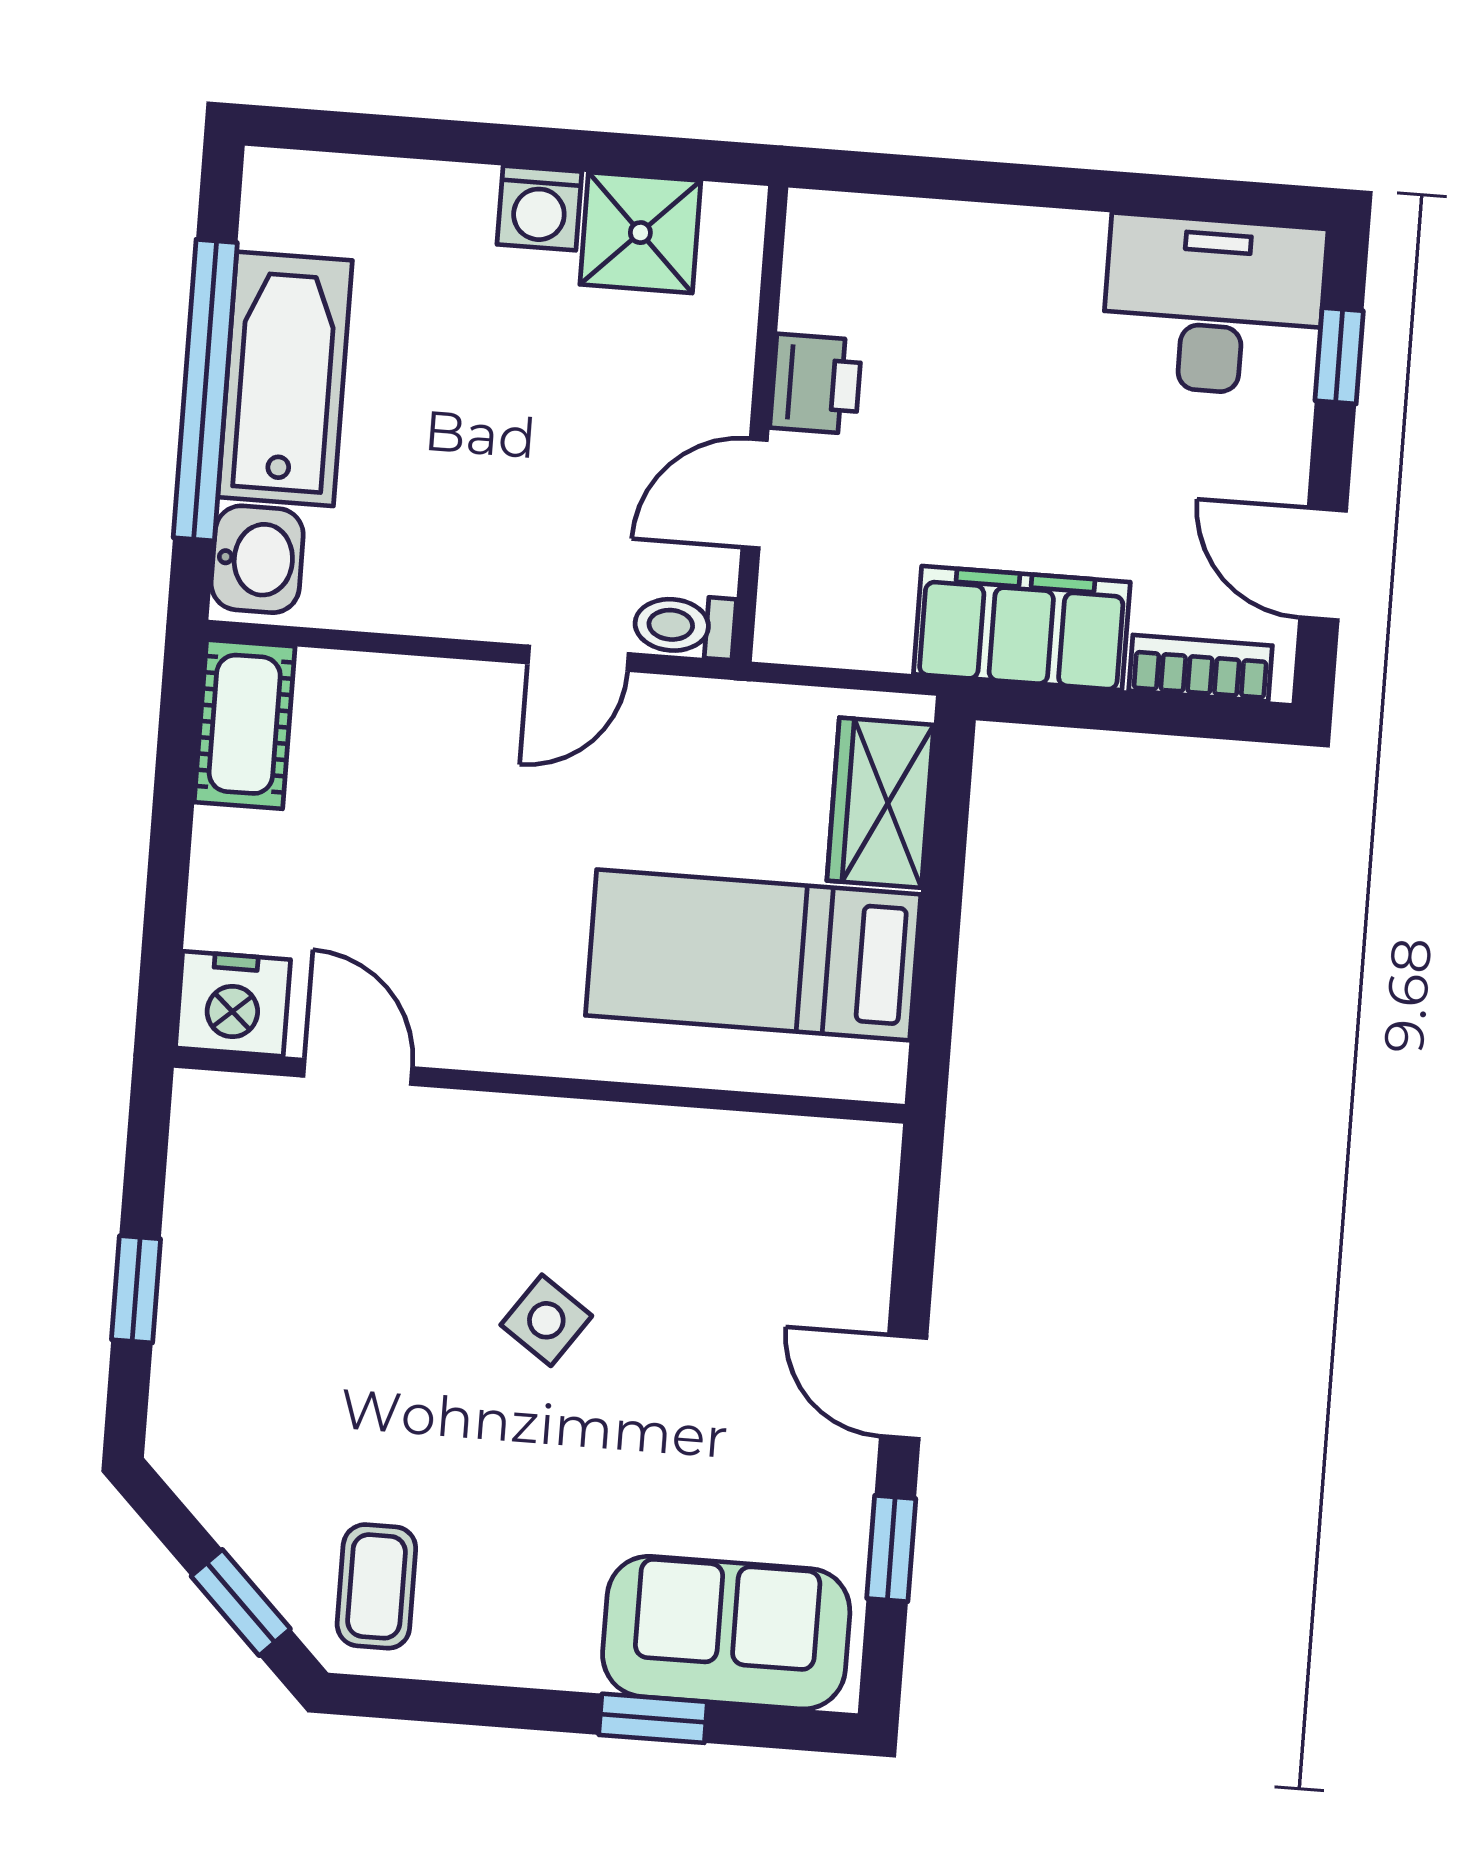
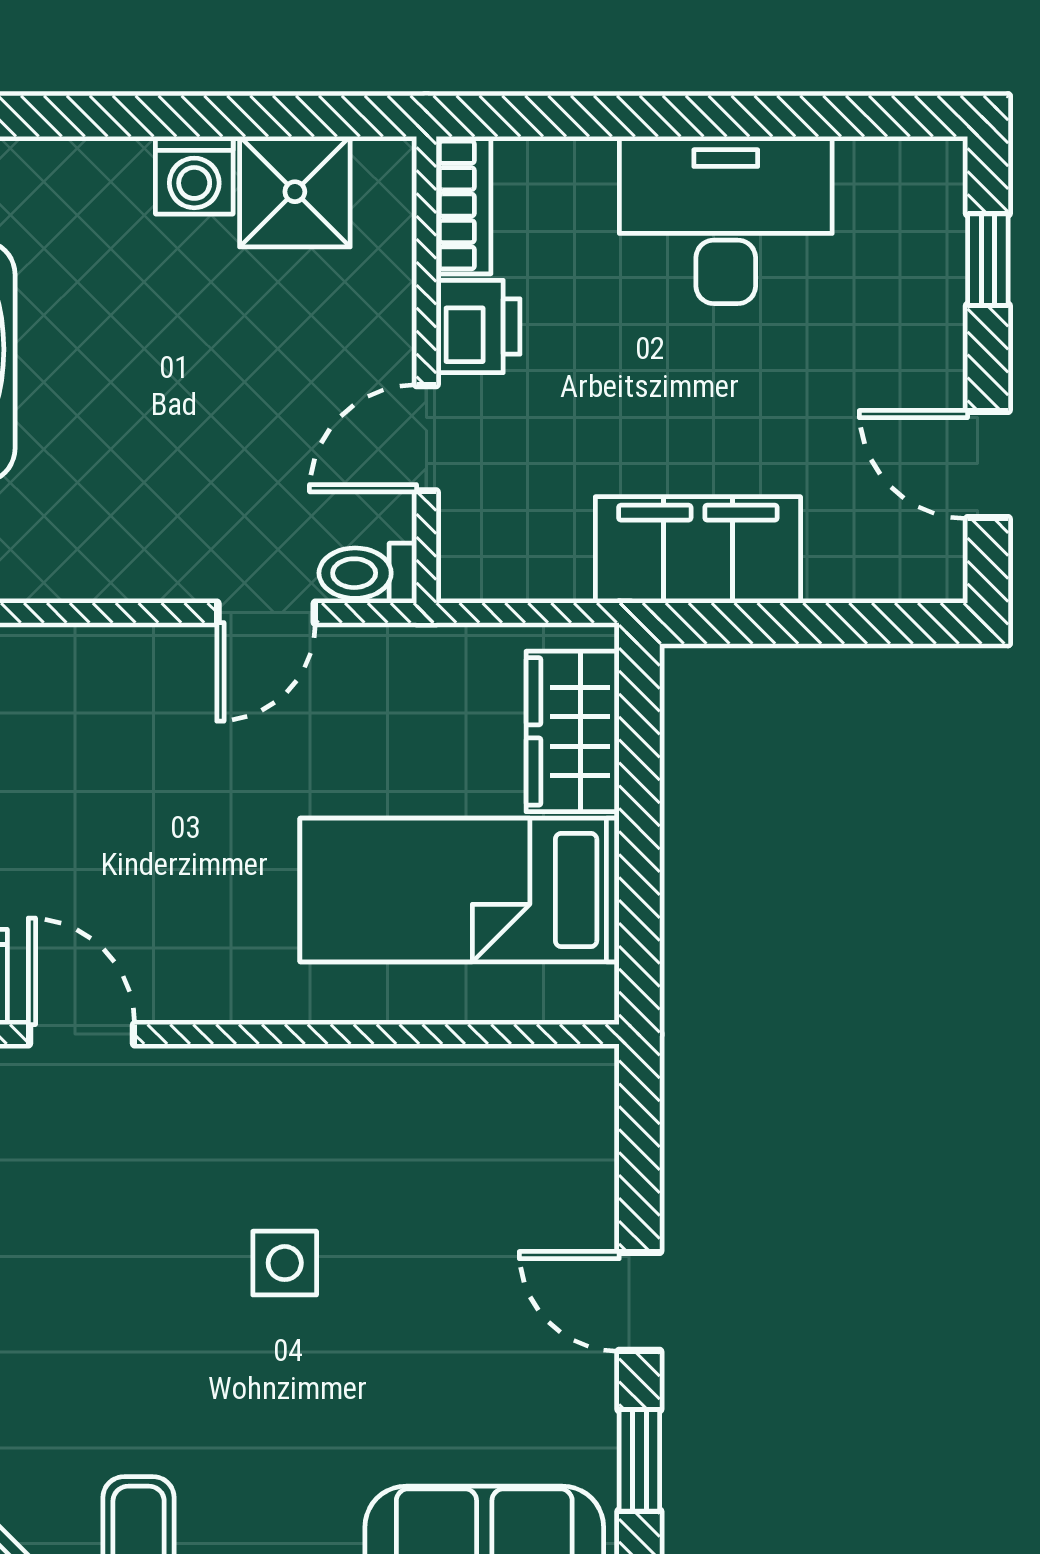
desk: (1213, 306) -> (726, 220), moved
bookcase: (1201, 668) -> (464, 205), moved, turned 90
side table: (546, 1320) -> (285, 1263), turned -35

